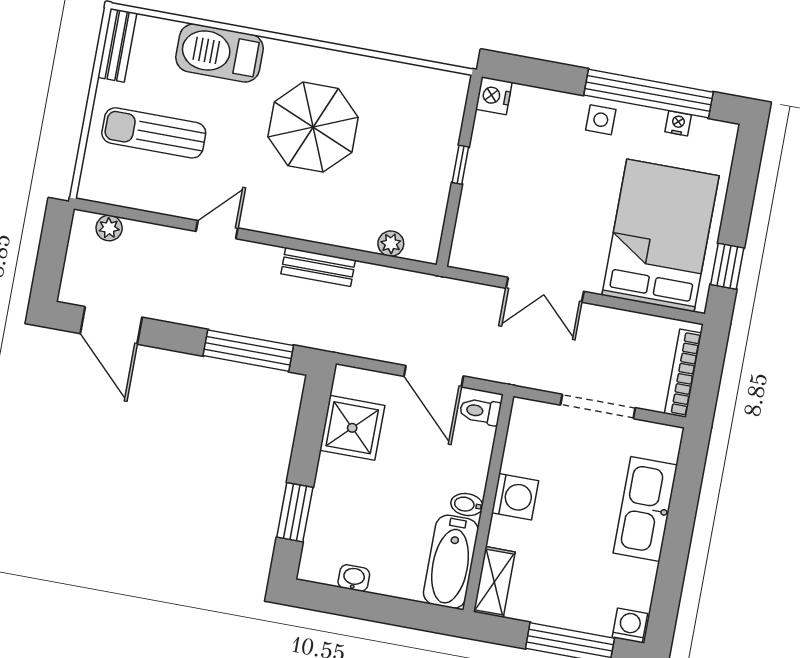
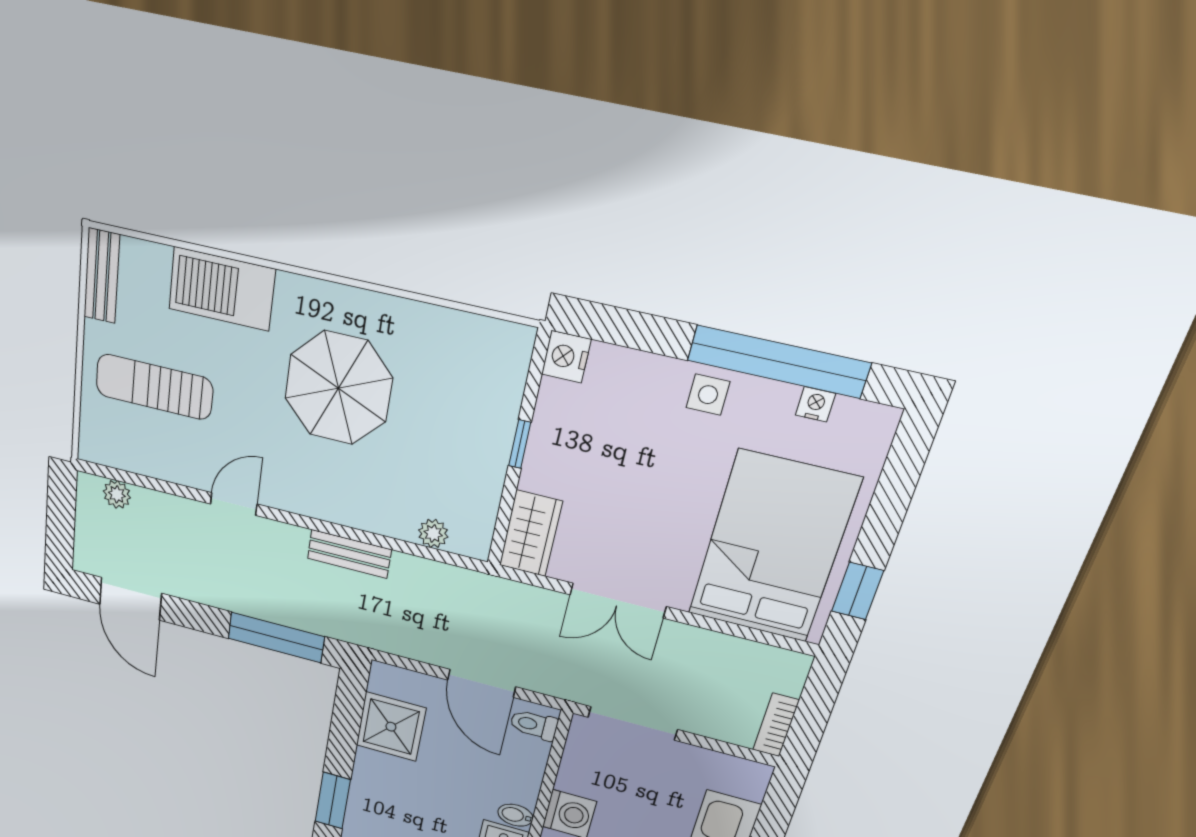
wardrobe: (472, 238) -> (531, 533), added
bookcase: (683, 373) -> (776, 725), width x0.64
doorway: (598, 406) -> (633, 723), moved

